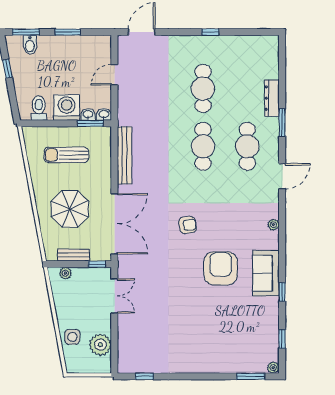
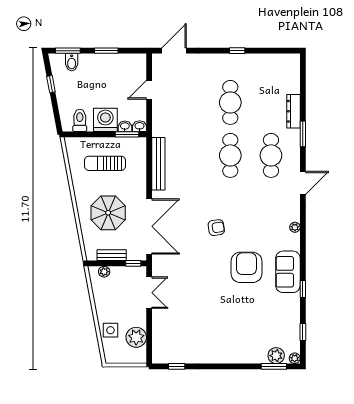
plant: (253, 365) -> (276, 356), added

